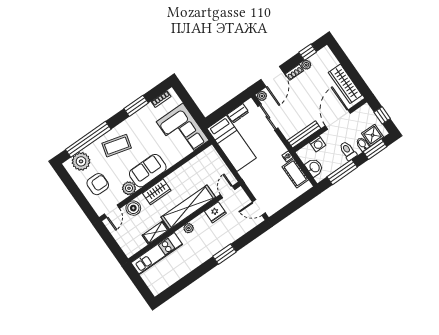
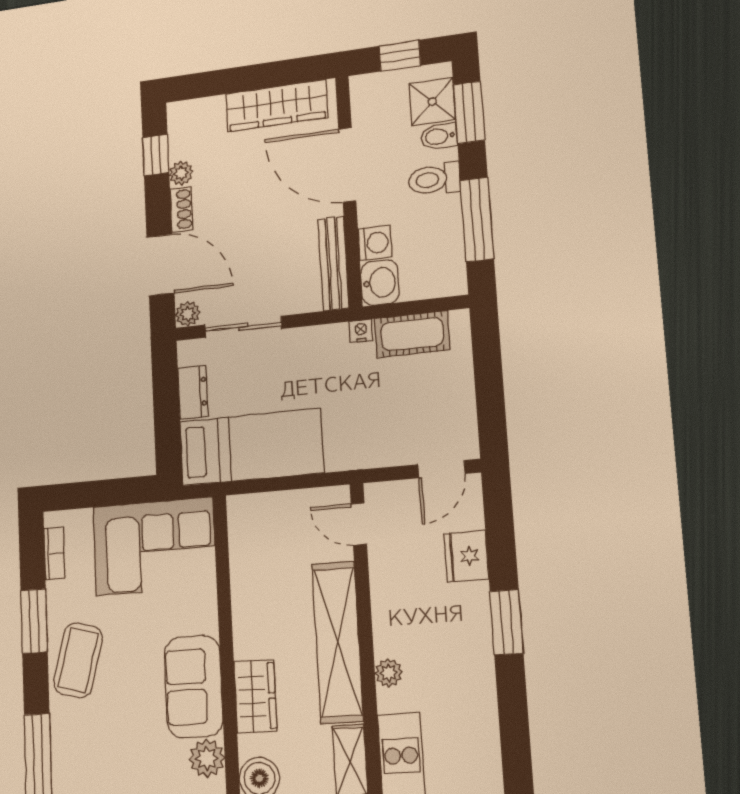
coffee table: (117, 146) -> (78, 660), moved
washbasin: (314, 167) -> (380, 283), moved, turned 90
fridge: (215, 212) -> (466, 556), moved, turned 180

